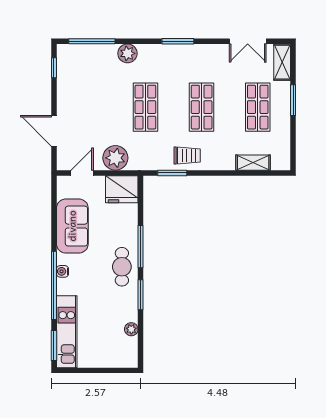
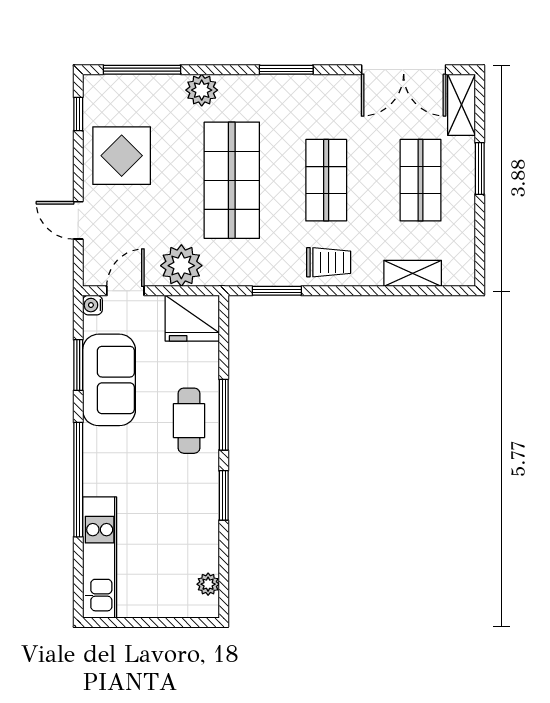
double door: (248, 41) -> (404, 70), width x1.37
display table: (80, 92) -> (122, 156), added
shop shelf: (145, 107) -> (232, 180), width x1.43, depth x1.36
door: (54, 131) -> (78, 220), width x0.73
trolley: (187, 156) -> (329, 262), moved
cafe table: (122, 267) -> (189, 421), moved
water cooler: (62, 271) -> (93, 305), moved
plant: (131, 329) -> (208, 584), moved
window: (54, 345) -> (78, 365), moved

